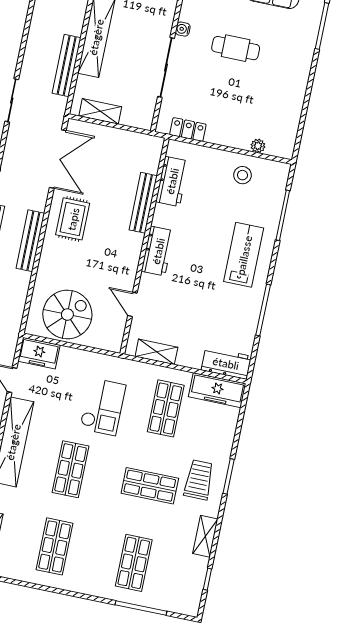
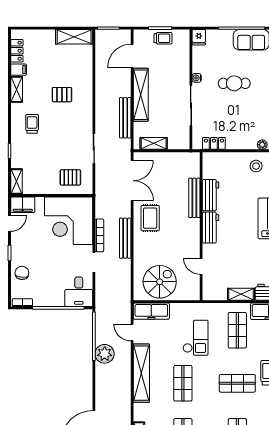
workbench: (172, 181) -> (211, 195), moved
shelving: (156, 352) -> (241, 294), moved
freezer: (39, 353) -> (151, 311), width x1.40

